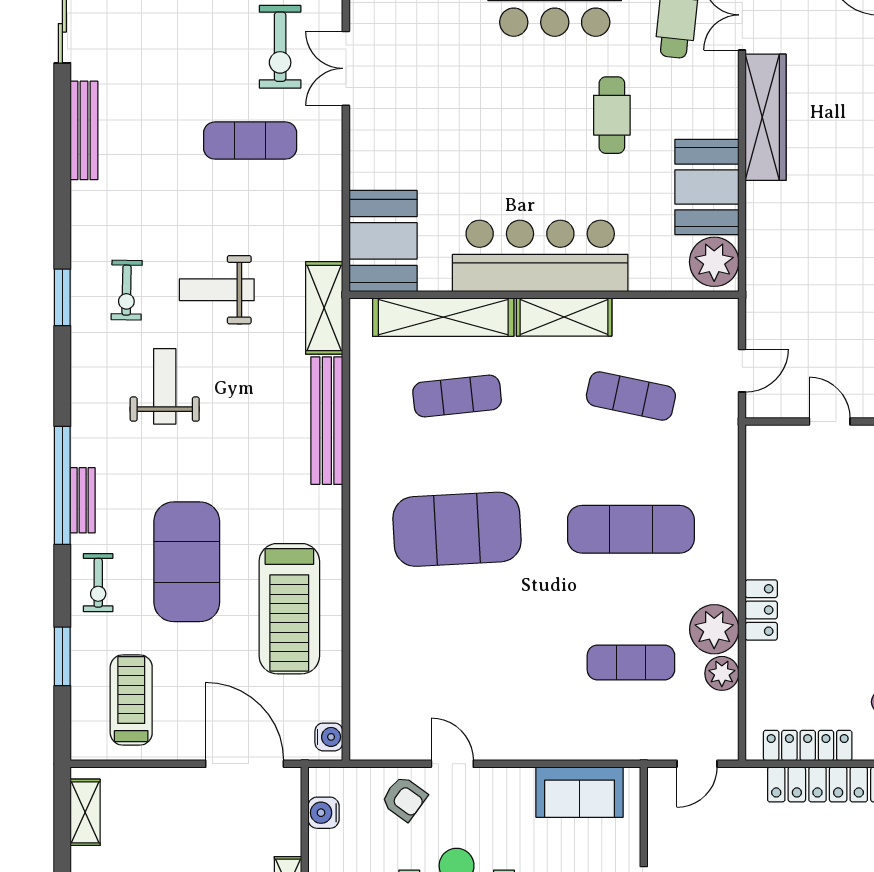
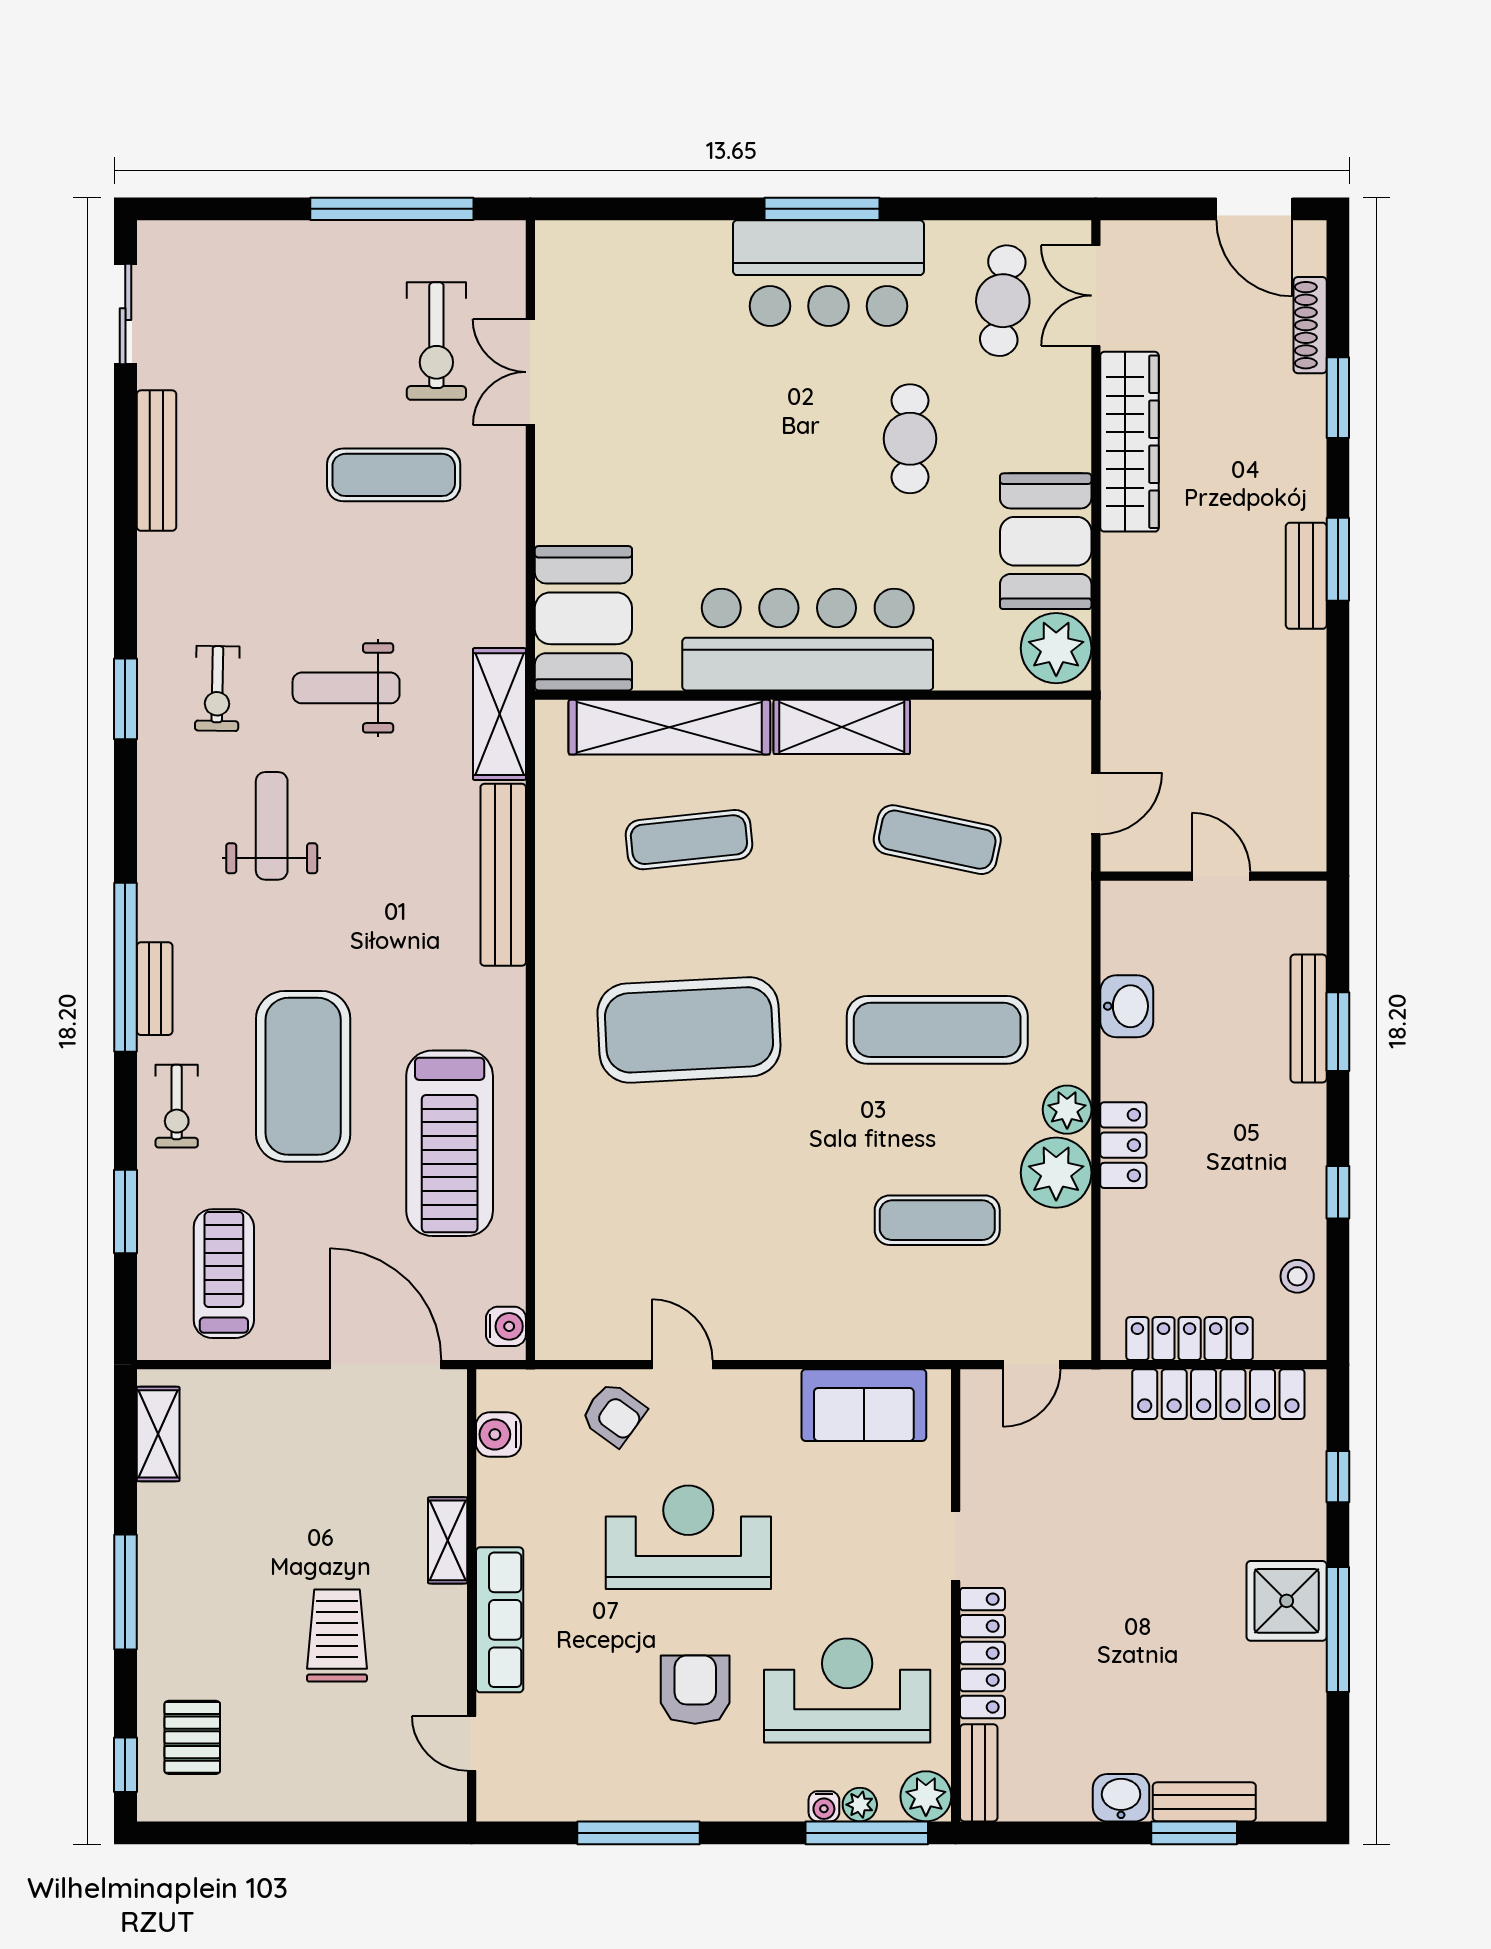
washbasin: (764, 513) -> (1127, 1006), added
plant: (722, 673) -> (1067, 1110), moved

